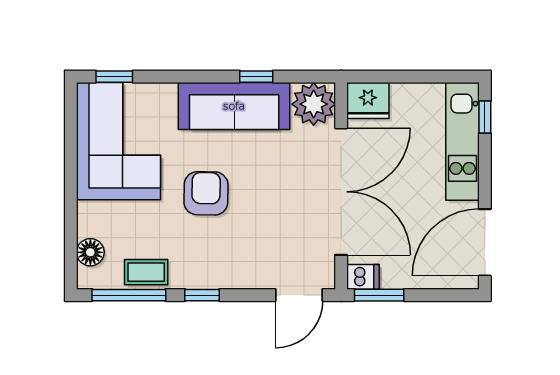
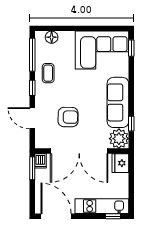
window: (256, 77) -> (131, 124), moved
armchair: (206, 193) -> (68, 117), moved
coffee table: (146, 272) -> (48, 73), moved
door: (299, 295) -> (32, 118), moved

